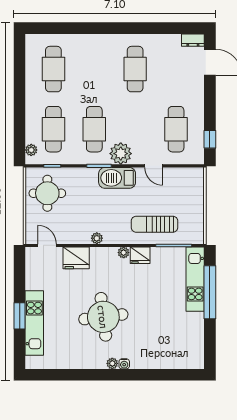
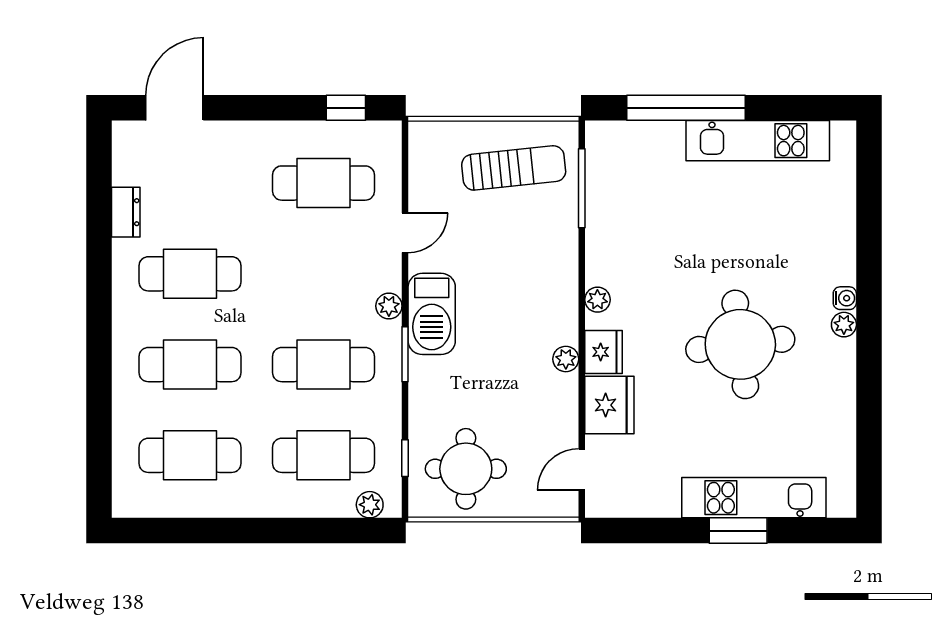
dresser: (193, 40) -> (126, 212), moved
cafe table: (94, 69) -> (190, 365), added
plant: (121, 154) -> (389, 306), width x0.53, depth x0.53
sun lounger: (155, 224) -> (514, 168), moved, turned -96
fridge: (140, 255) -> (604, 352), moved
kitchen unit: (195, 279) -> (758, 141), moved

